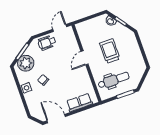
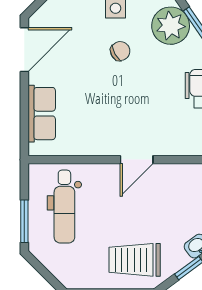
trolley: (110, 51) -> (135, 260), moved, turned 180
door: (84, 58) -> (137, 160), swing flipped

